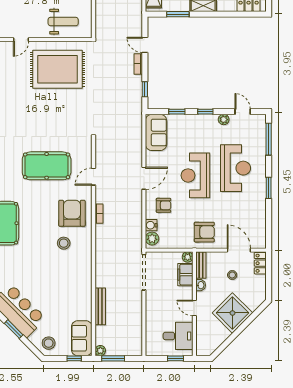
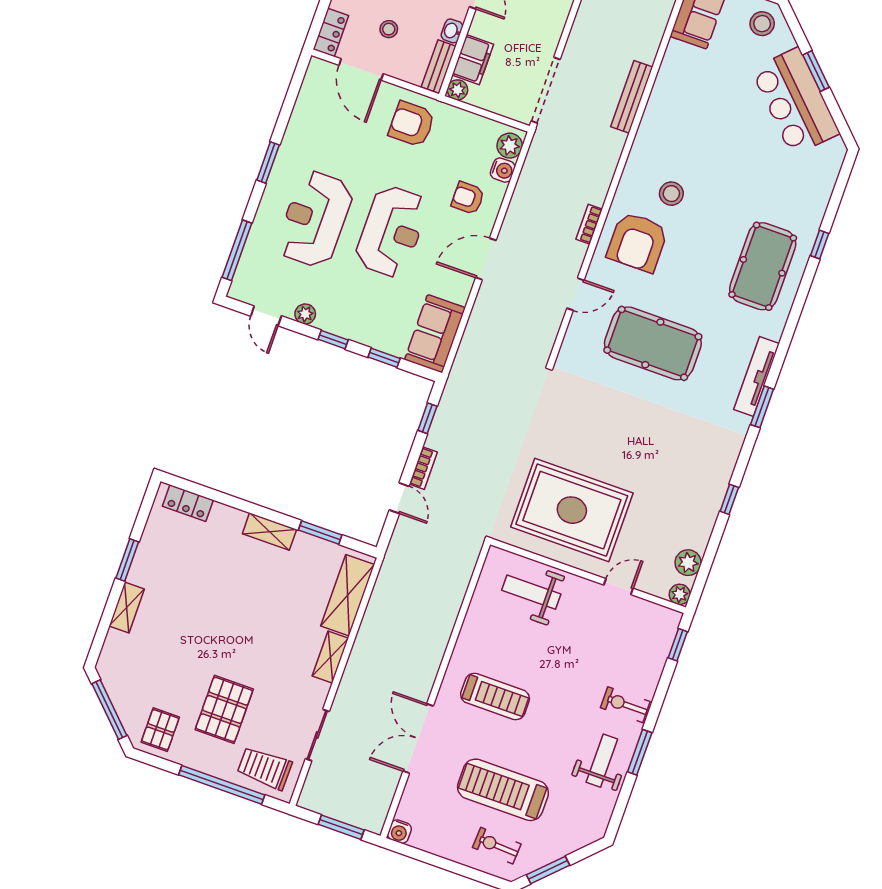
bench: (100, 306) -> (632, 97), moved

